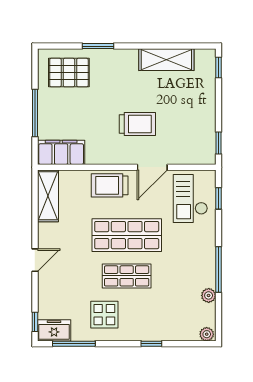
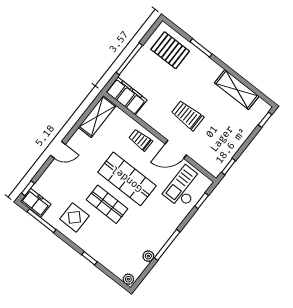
trolley: (137, 124) -> (187, 115), turned 180
trolley: (110, 185) -> (141, 140), width x0.73, depth x0.72

